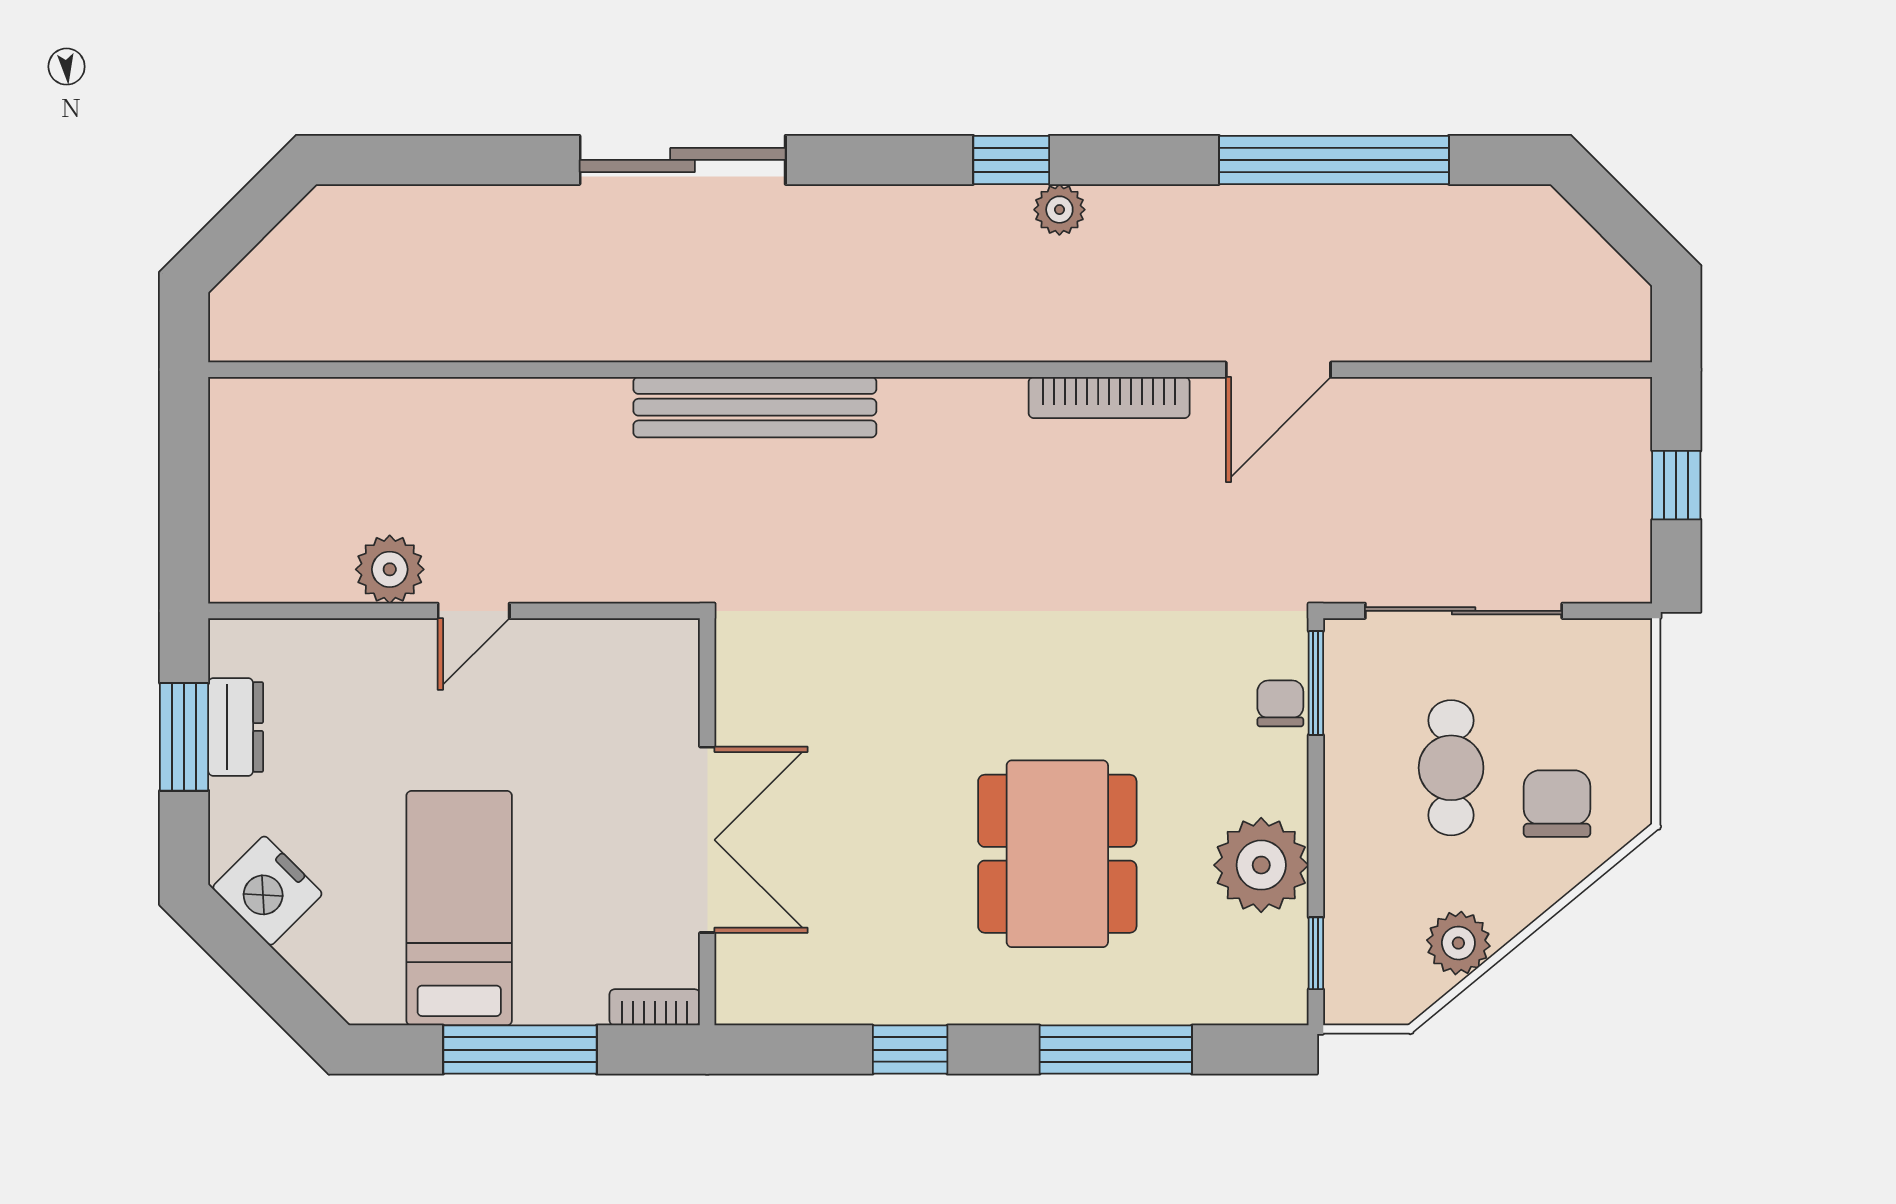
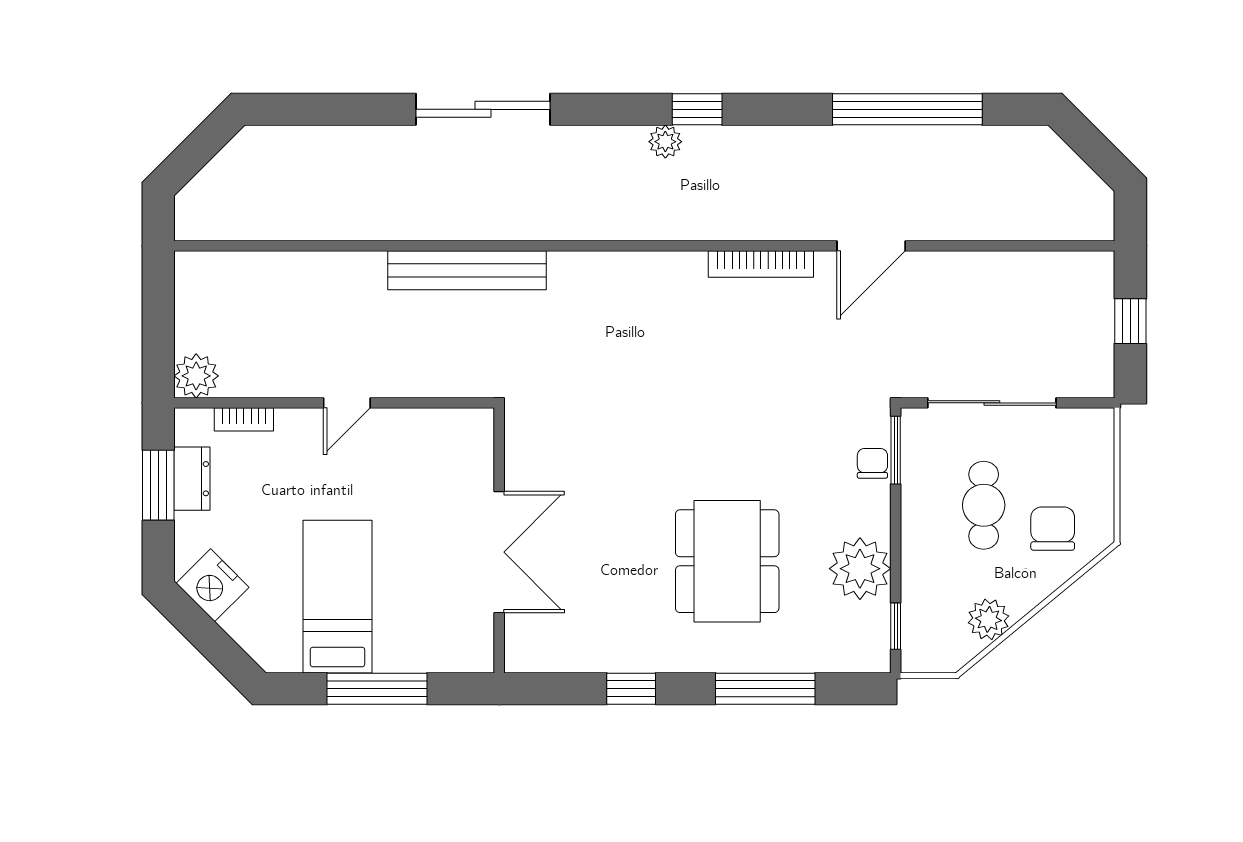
plant: (1059, 210) -> (665, 142), moved
bench: (755, 407) -> (467, 270), moved
plant: (390, 569) -> (196, 376), moved
bookcase: (655, 1007) -> (244, 419), moved, turned 180

